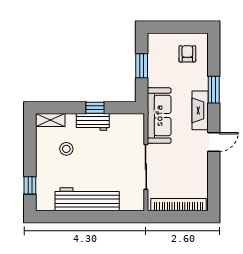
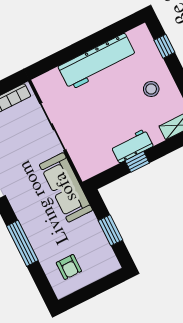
window: (214, 90) -> (22, 243), width x1.44
fireplace: (200, 110) -> (26, 214), removed
stool: (66, 149) -> (151, 89), moved

